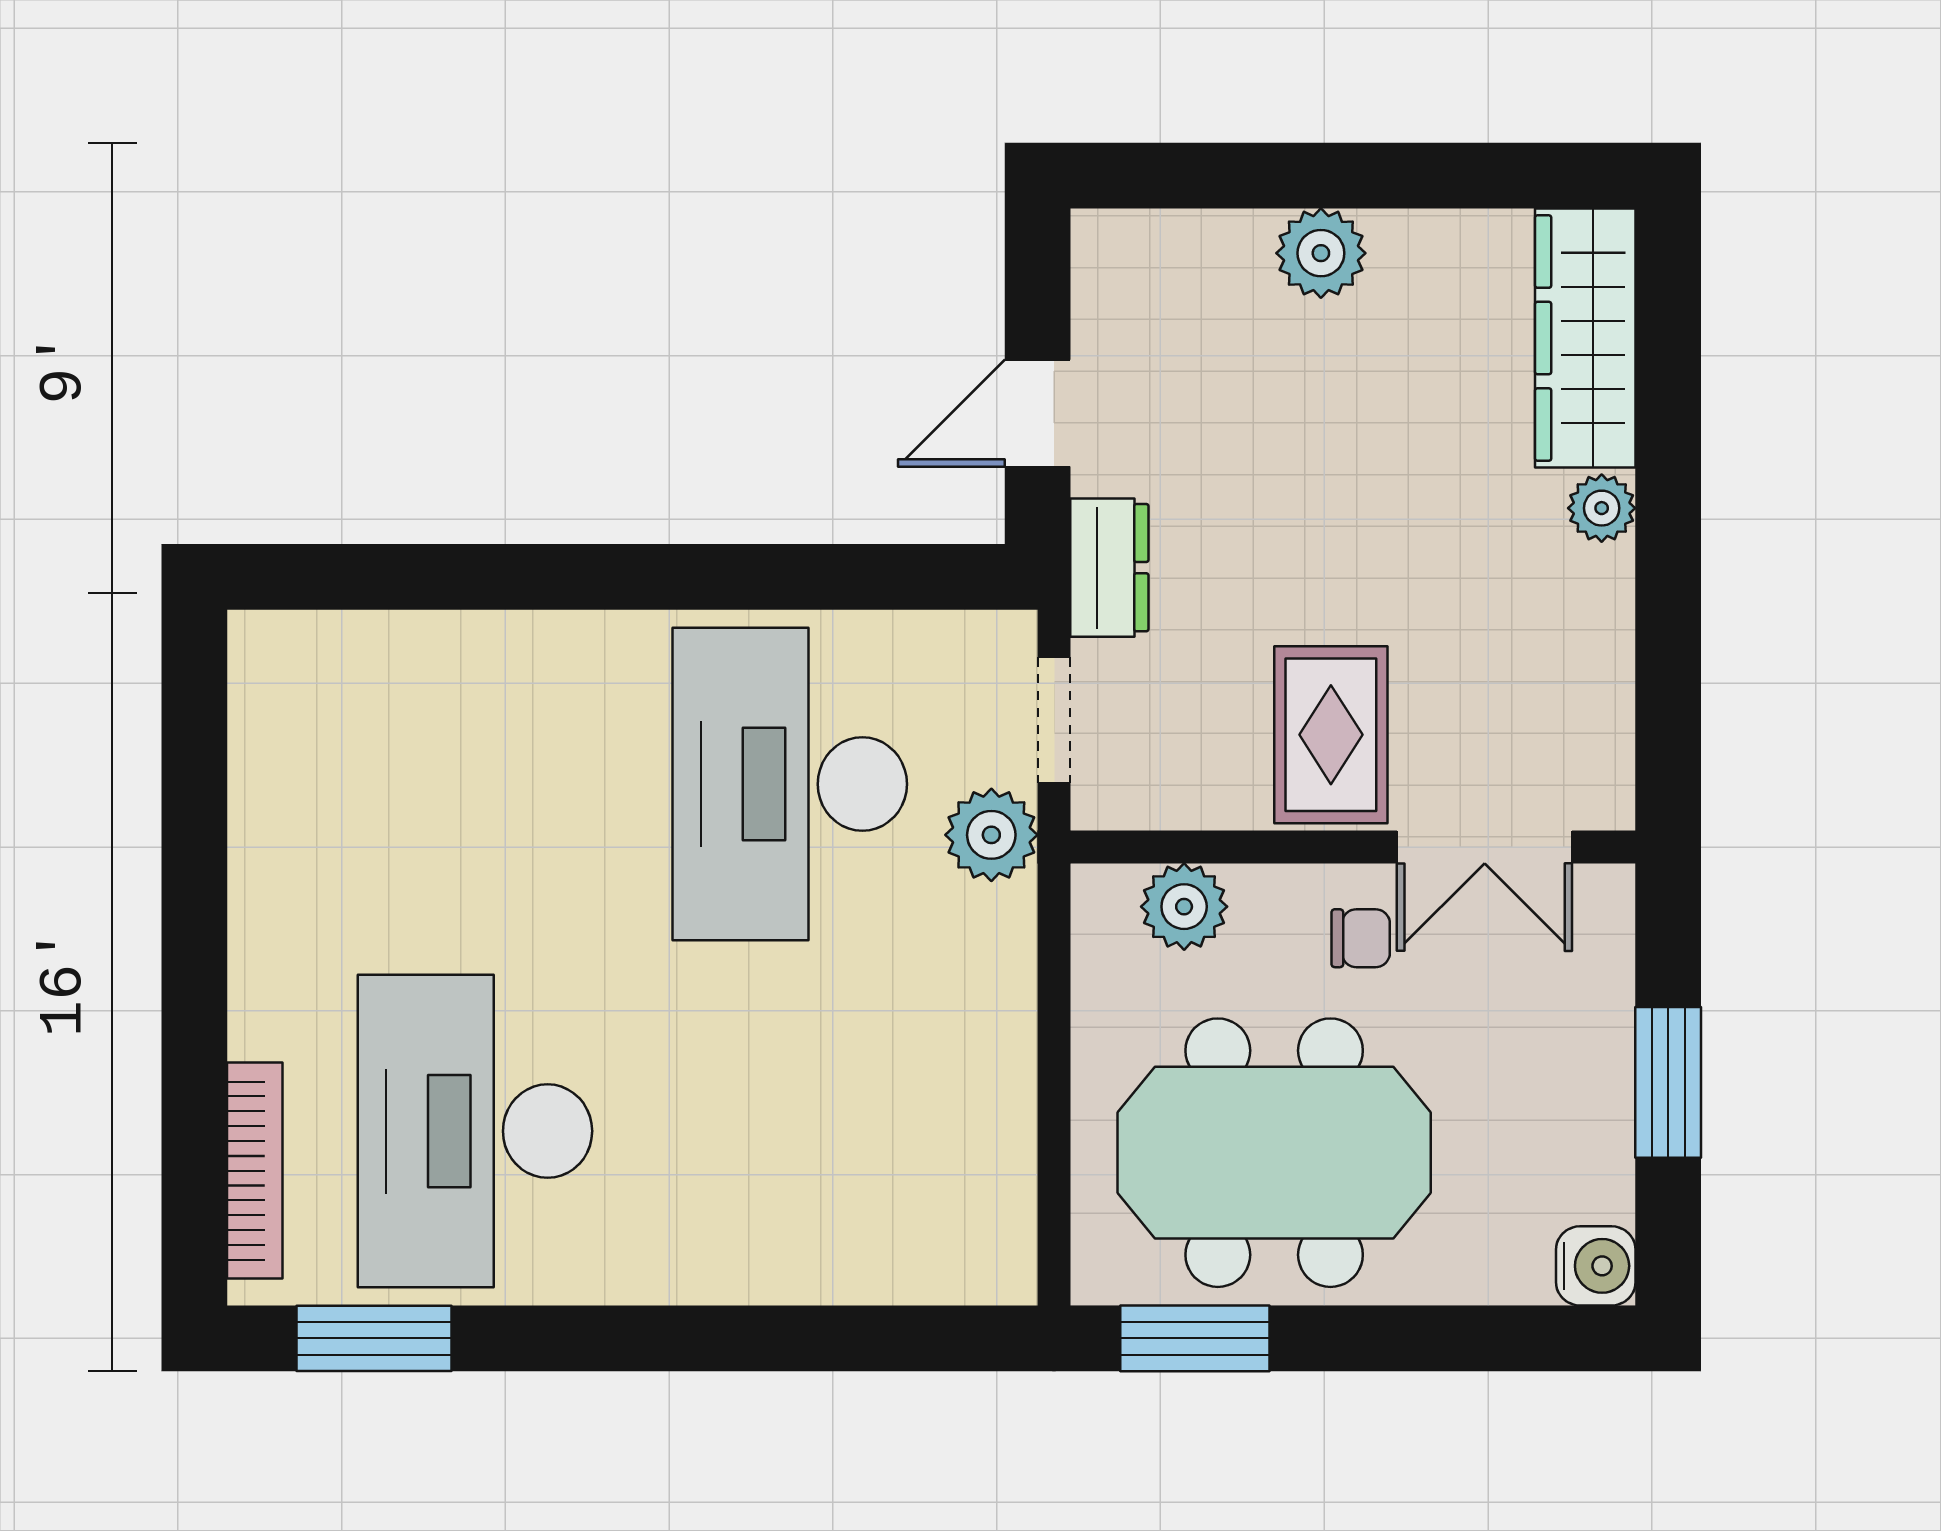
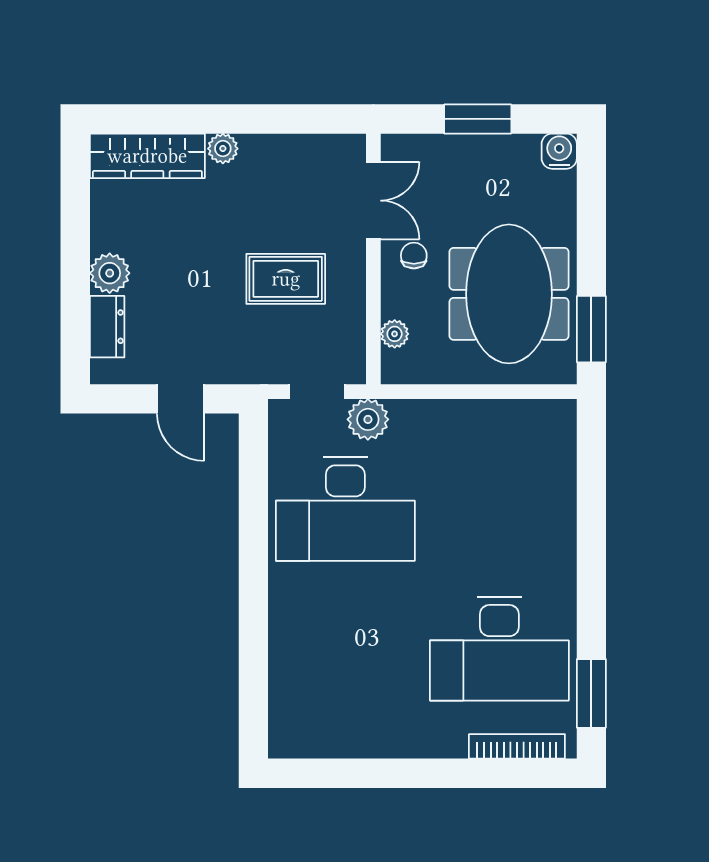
dresser: (1109, 568) -> (107, 327), moved, turned 90
rug: (1331, 735) -> (286, 279), moved
plant: (1184, 907) -> (395, 334), width x0.73, depth x0.73

